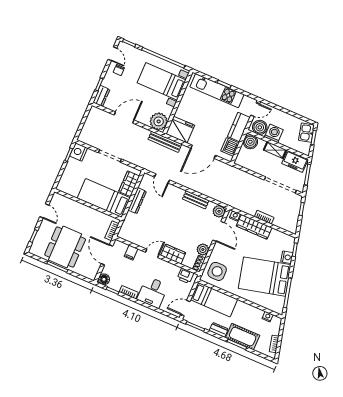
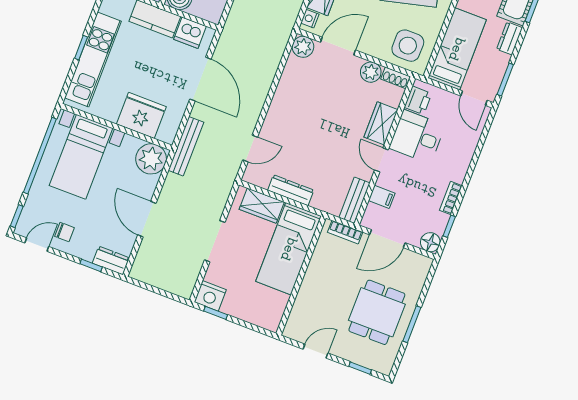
fridge: (180, 130) -> (141, 115), moved, turned 90
bench: (196, 200) -> (354, 200), moved
dining table: (65, 247) -> (377, 312), width x0.73
desk: (153, 292) -> (417, 137), moved, turned 180

